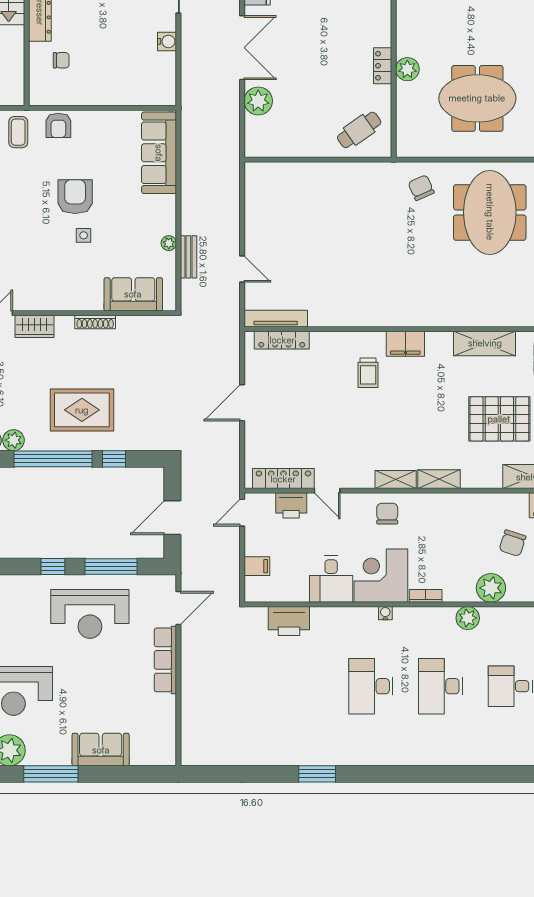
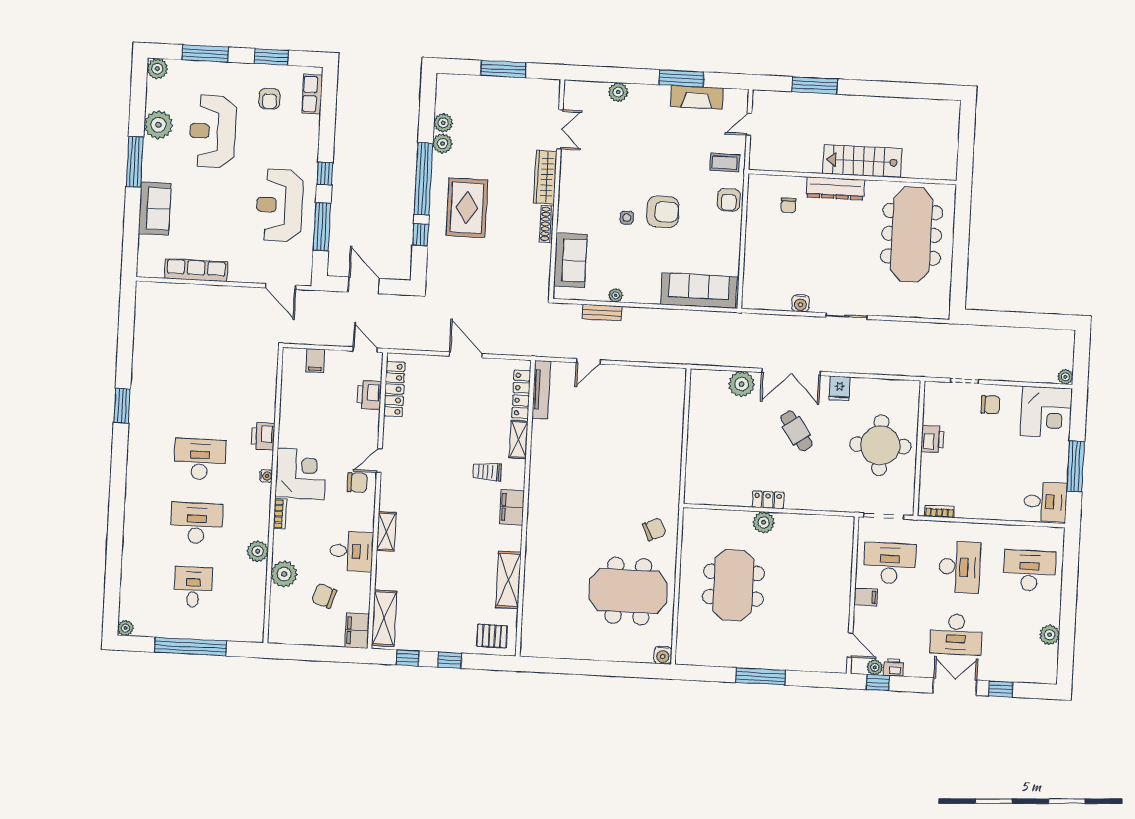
armchair: (58, 125) -> (729, 200), turned -90
cafe table: (359, 130) -> (796, 431), moved
wardrobe: (35, 326) -> (545, 177), width x1.50
pallet: (499, 419) -> (439, 590), removed
shelving: (396, 479) -> (519, 439), moved
door: (327, 491) -> (379, 461), moved
desk: (331, 579) -> (351, 551), moved, turned 180
printer: (289, 621) -> (263, 436), moved, width x0.73, depth x0.84
row of seats: (165, 660) -> (196, 270), moved

